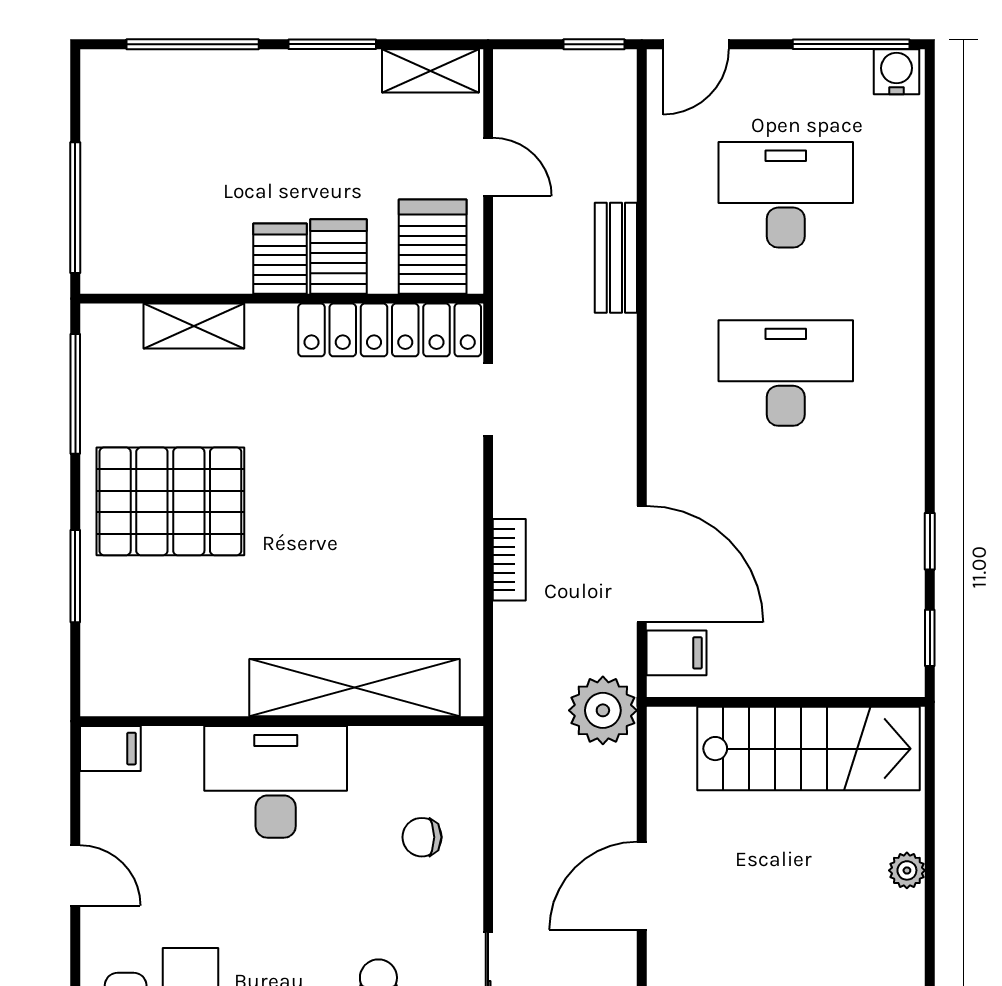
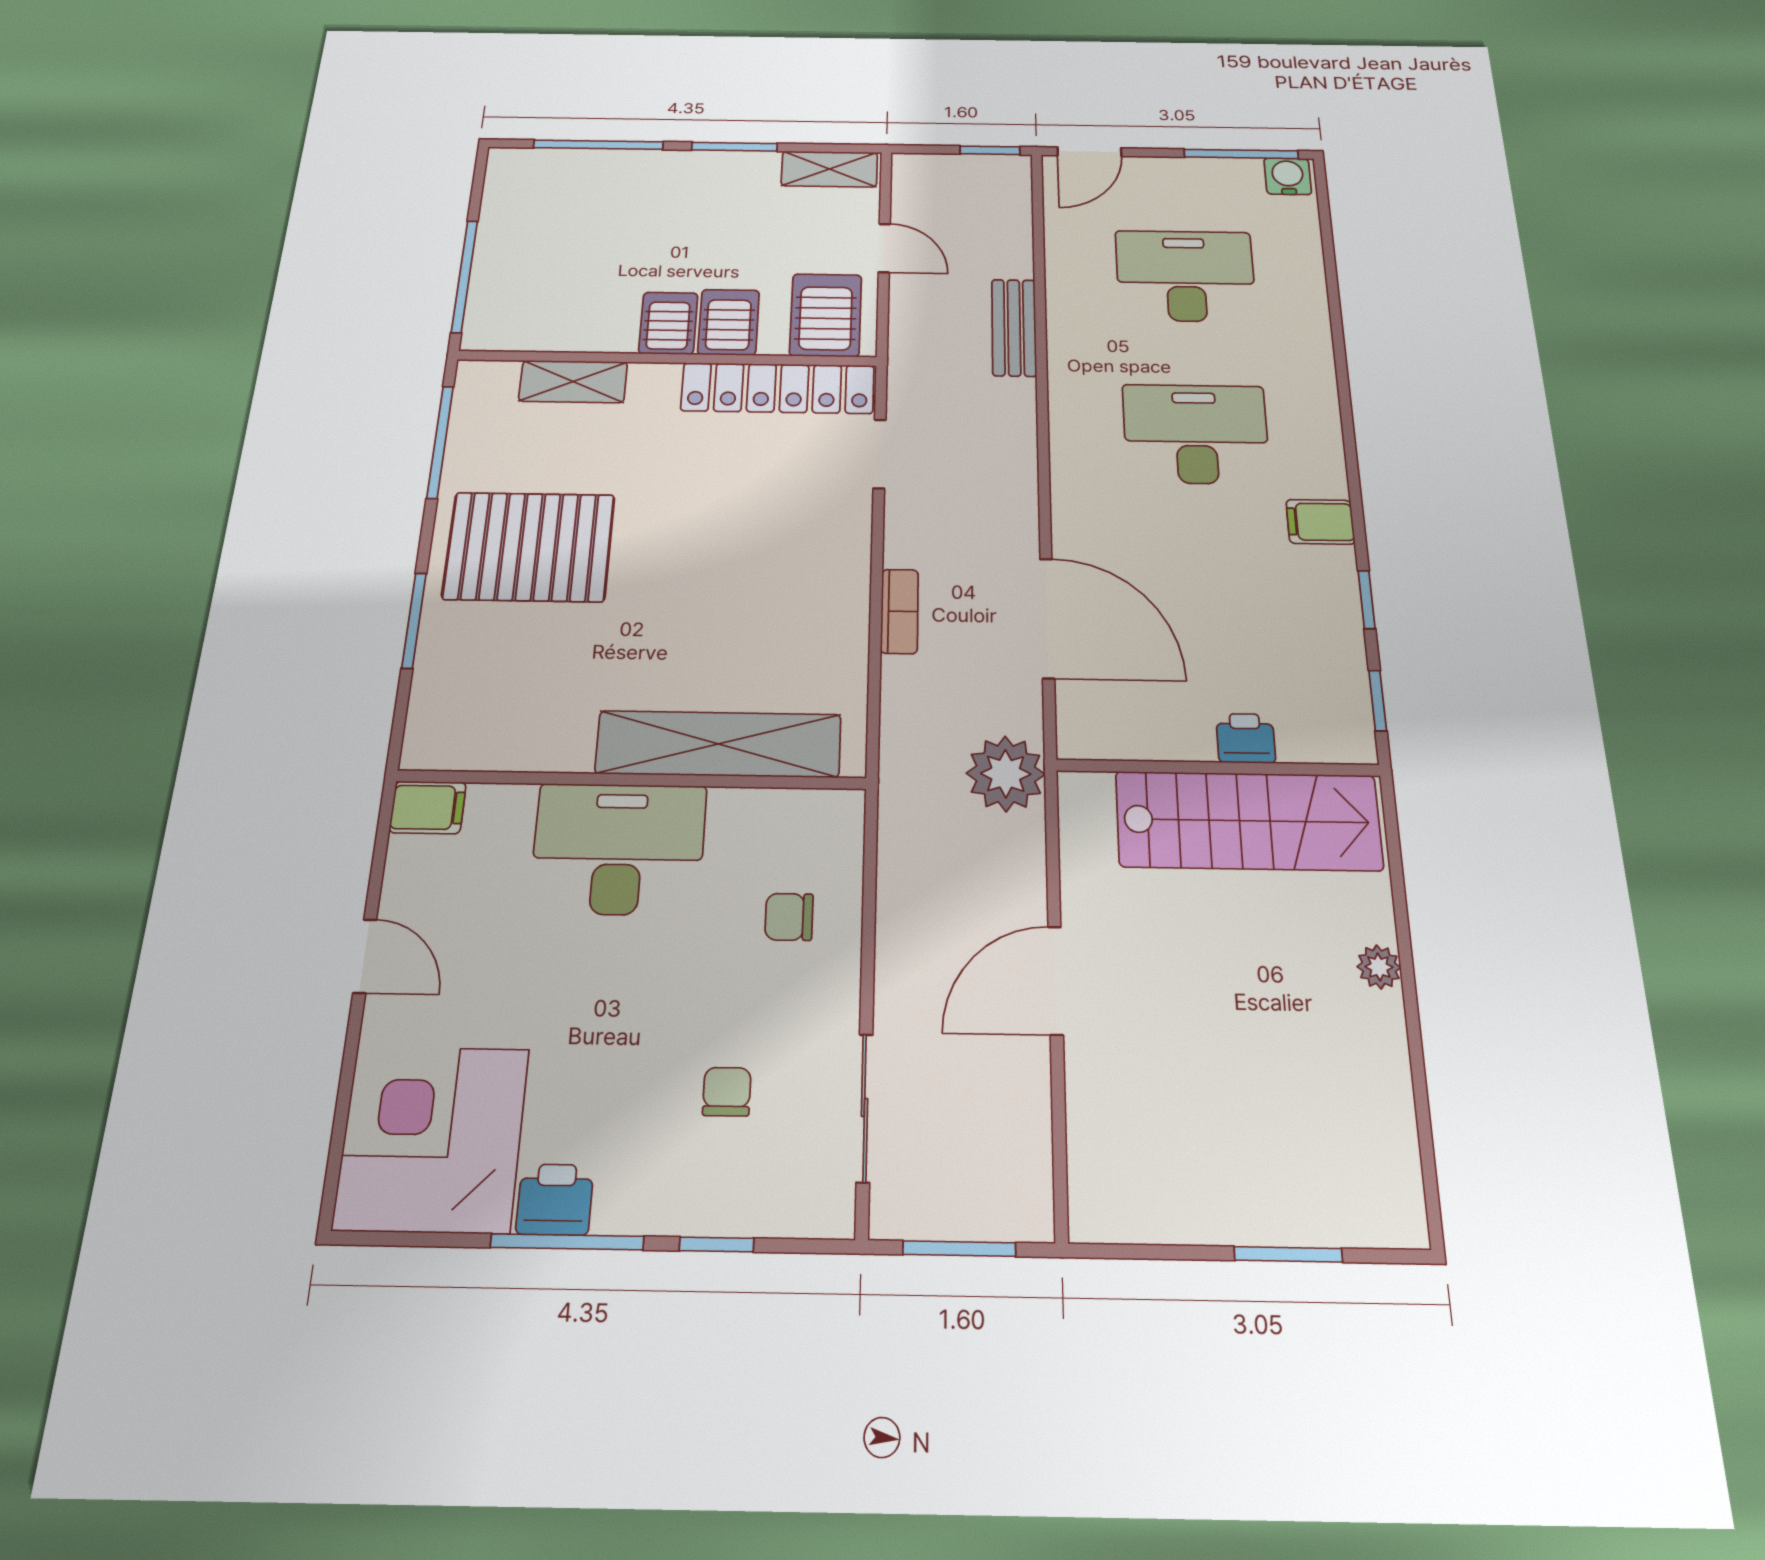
filing cabinet: (676, 653) -> (1320, 522), moved, turned 180
printer: (812, 675) -> (1246, 738), added

